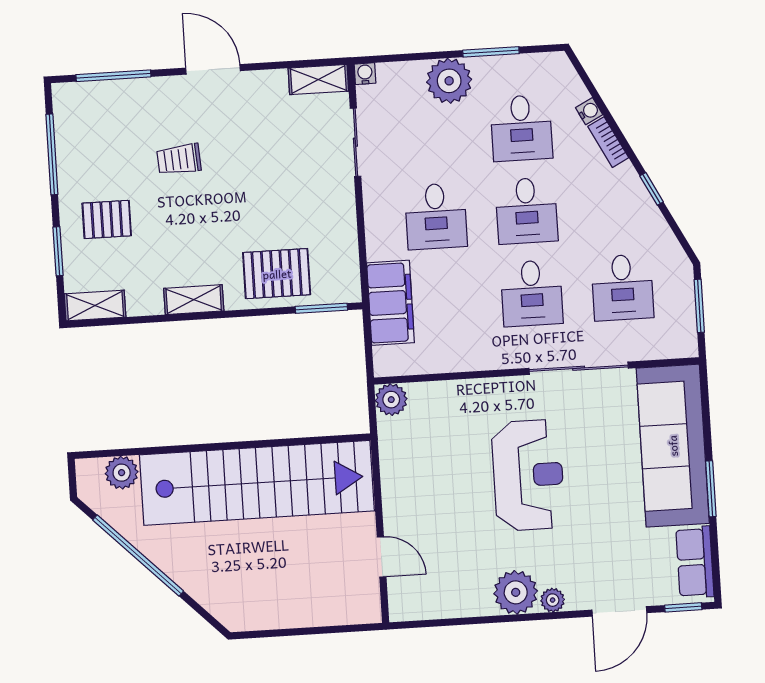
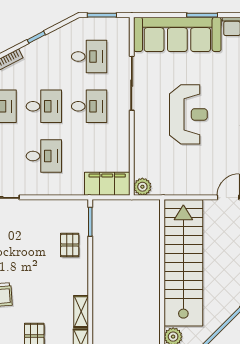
pallet: (277, 274) -> (70, 245), width x0.67, depth x0.71
shelving: (194, 300) -> (81, 312), moved
filing cabinet: (391, 303) -> (107, 184), moved
reception desk: (528, 475) -> (188, 114), turned 90

